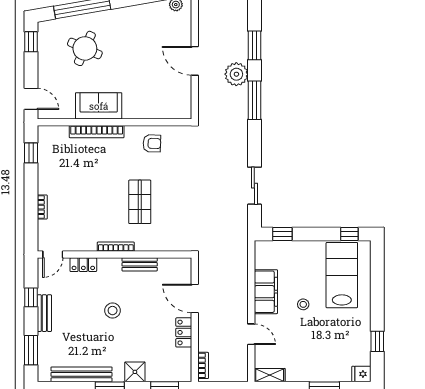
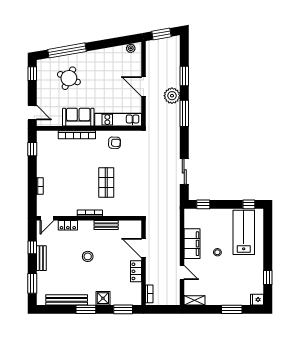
kitchen unit: (157, 109) -> (118, 120), added

